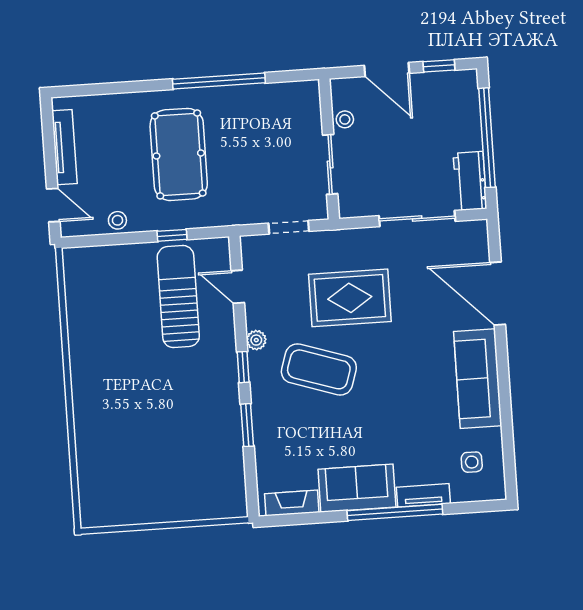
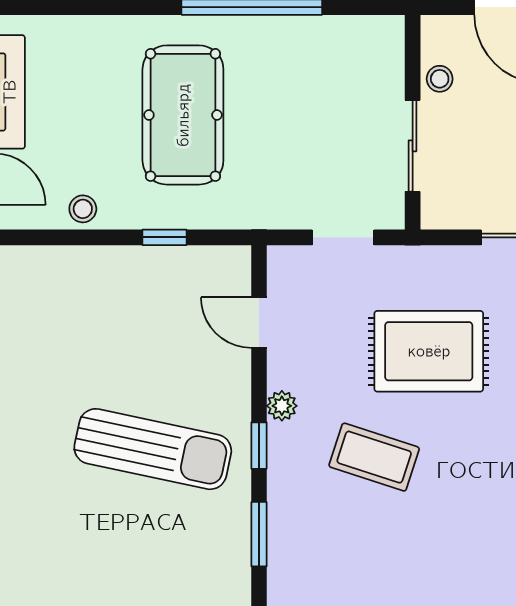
sun lounger: (178, 297) -> (153, 449), moved, turned 102
coffee table: (319, 369) -> (374, 457), width x0.73, depth x0.76

